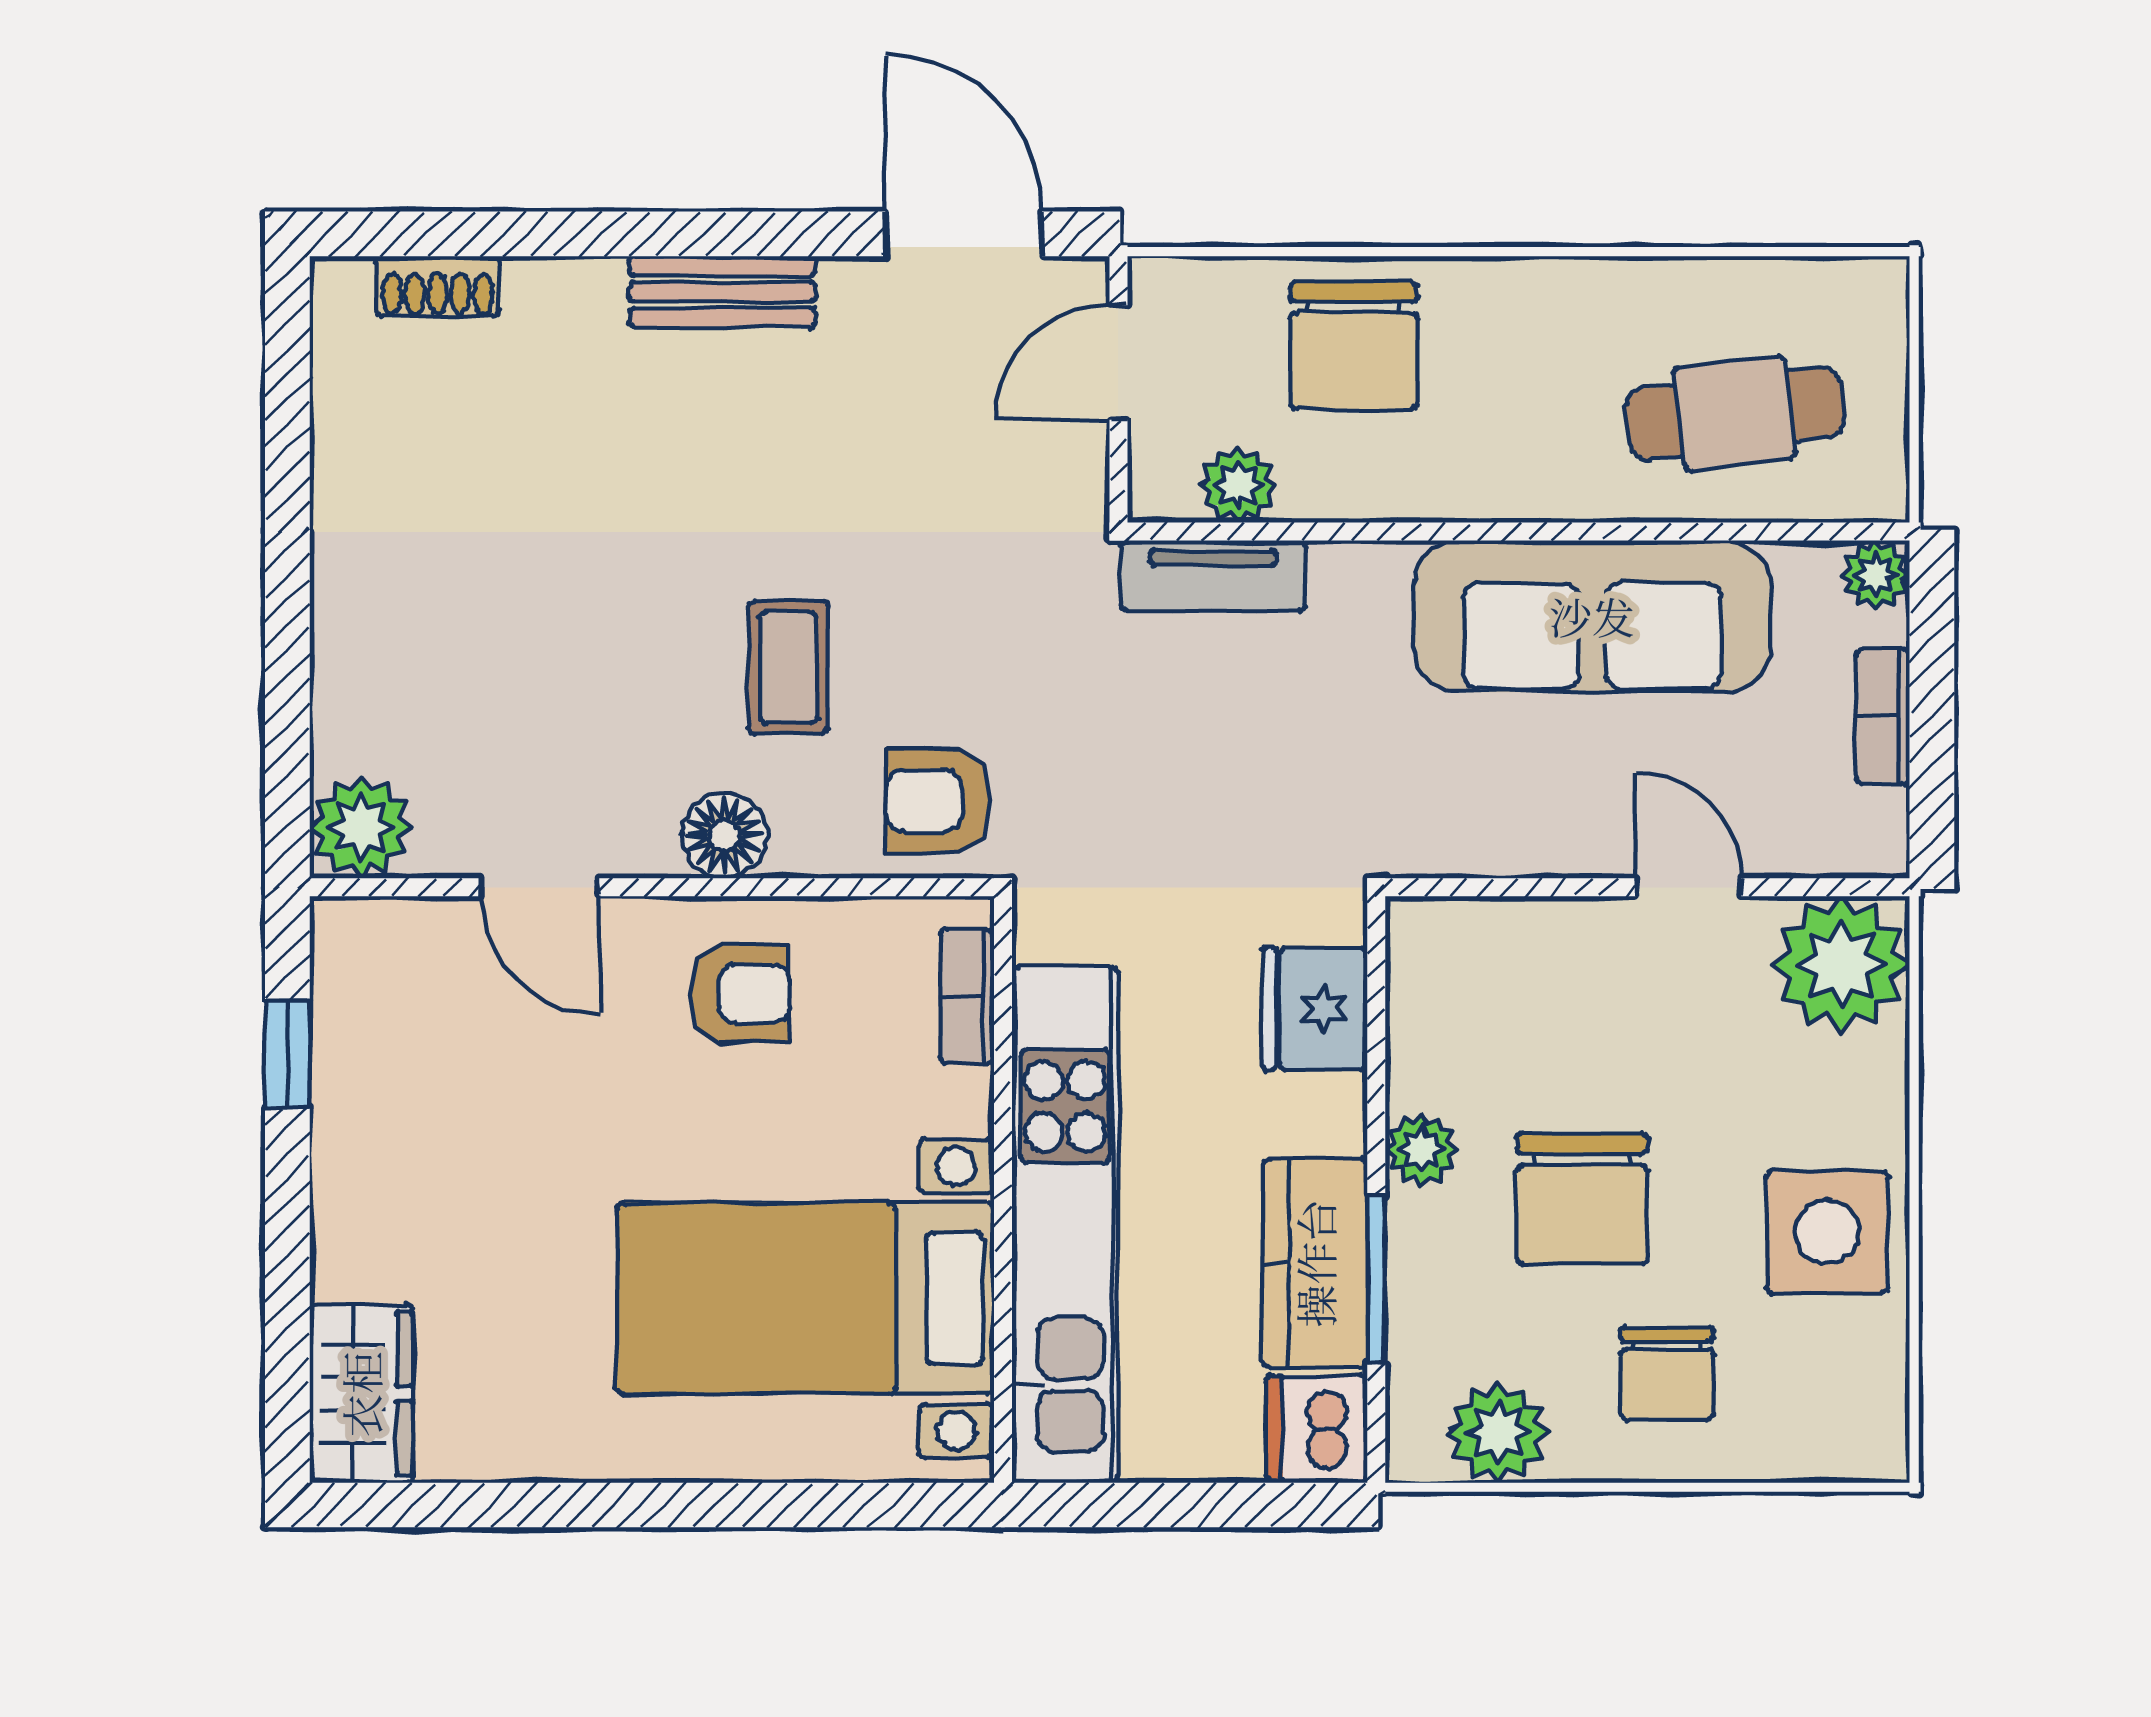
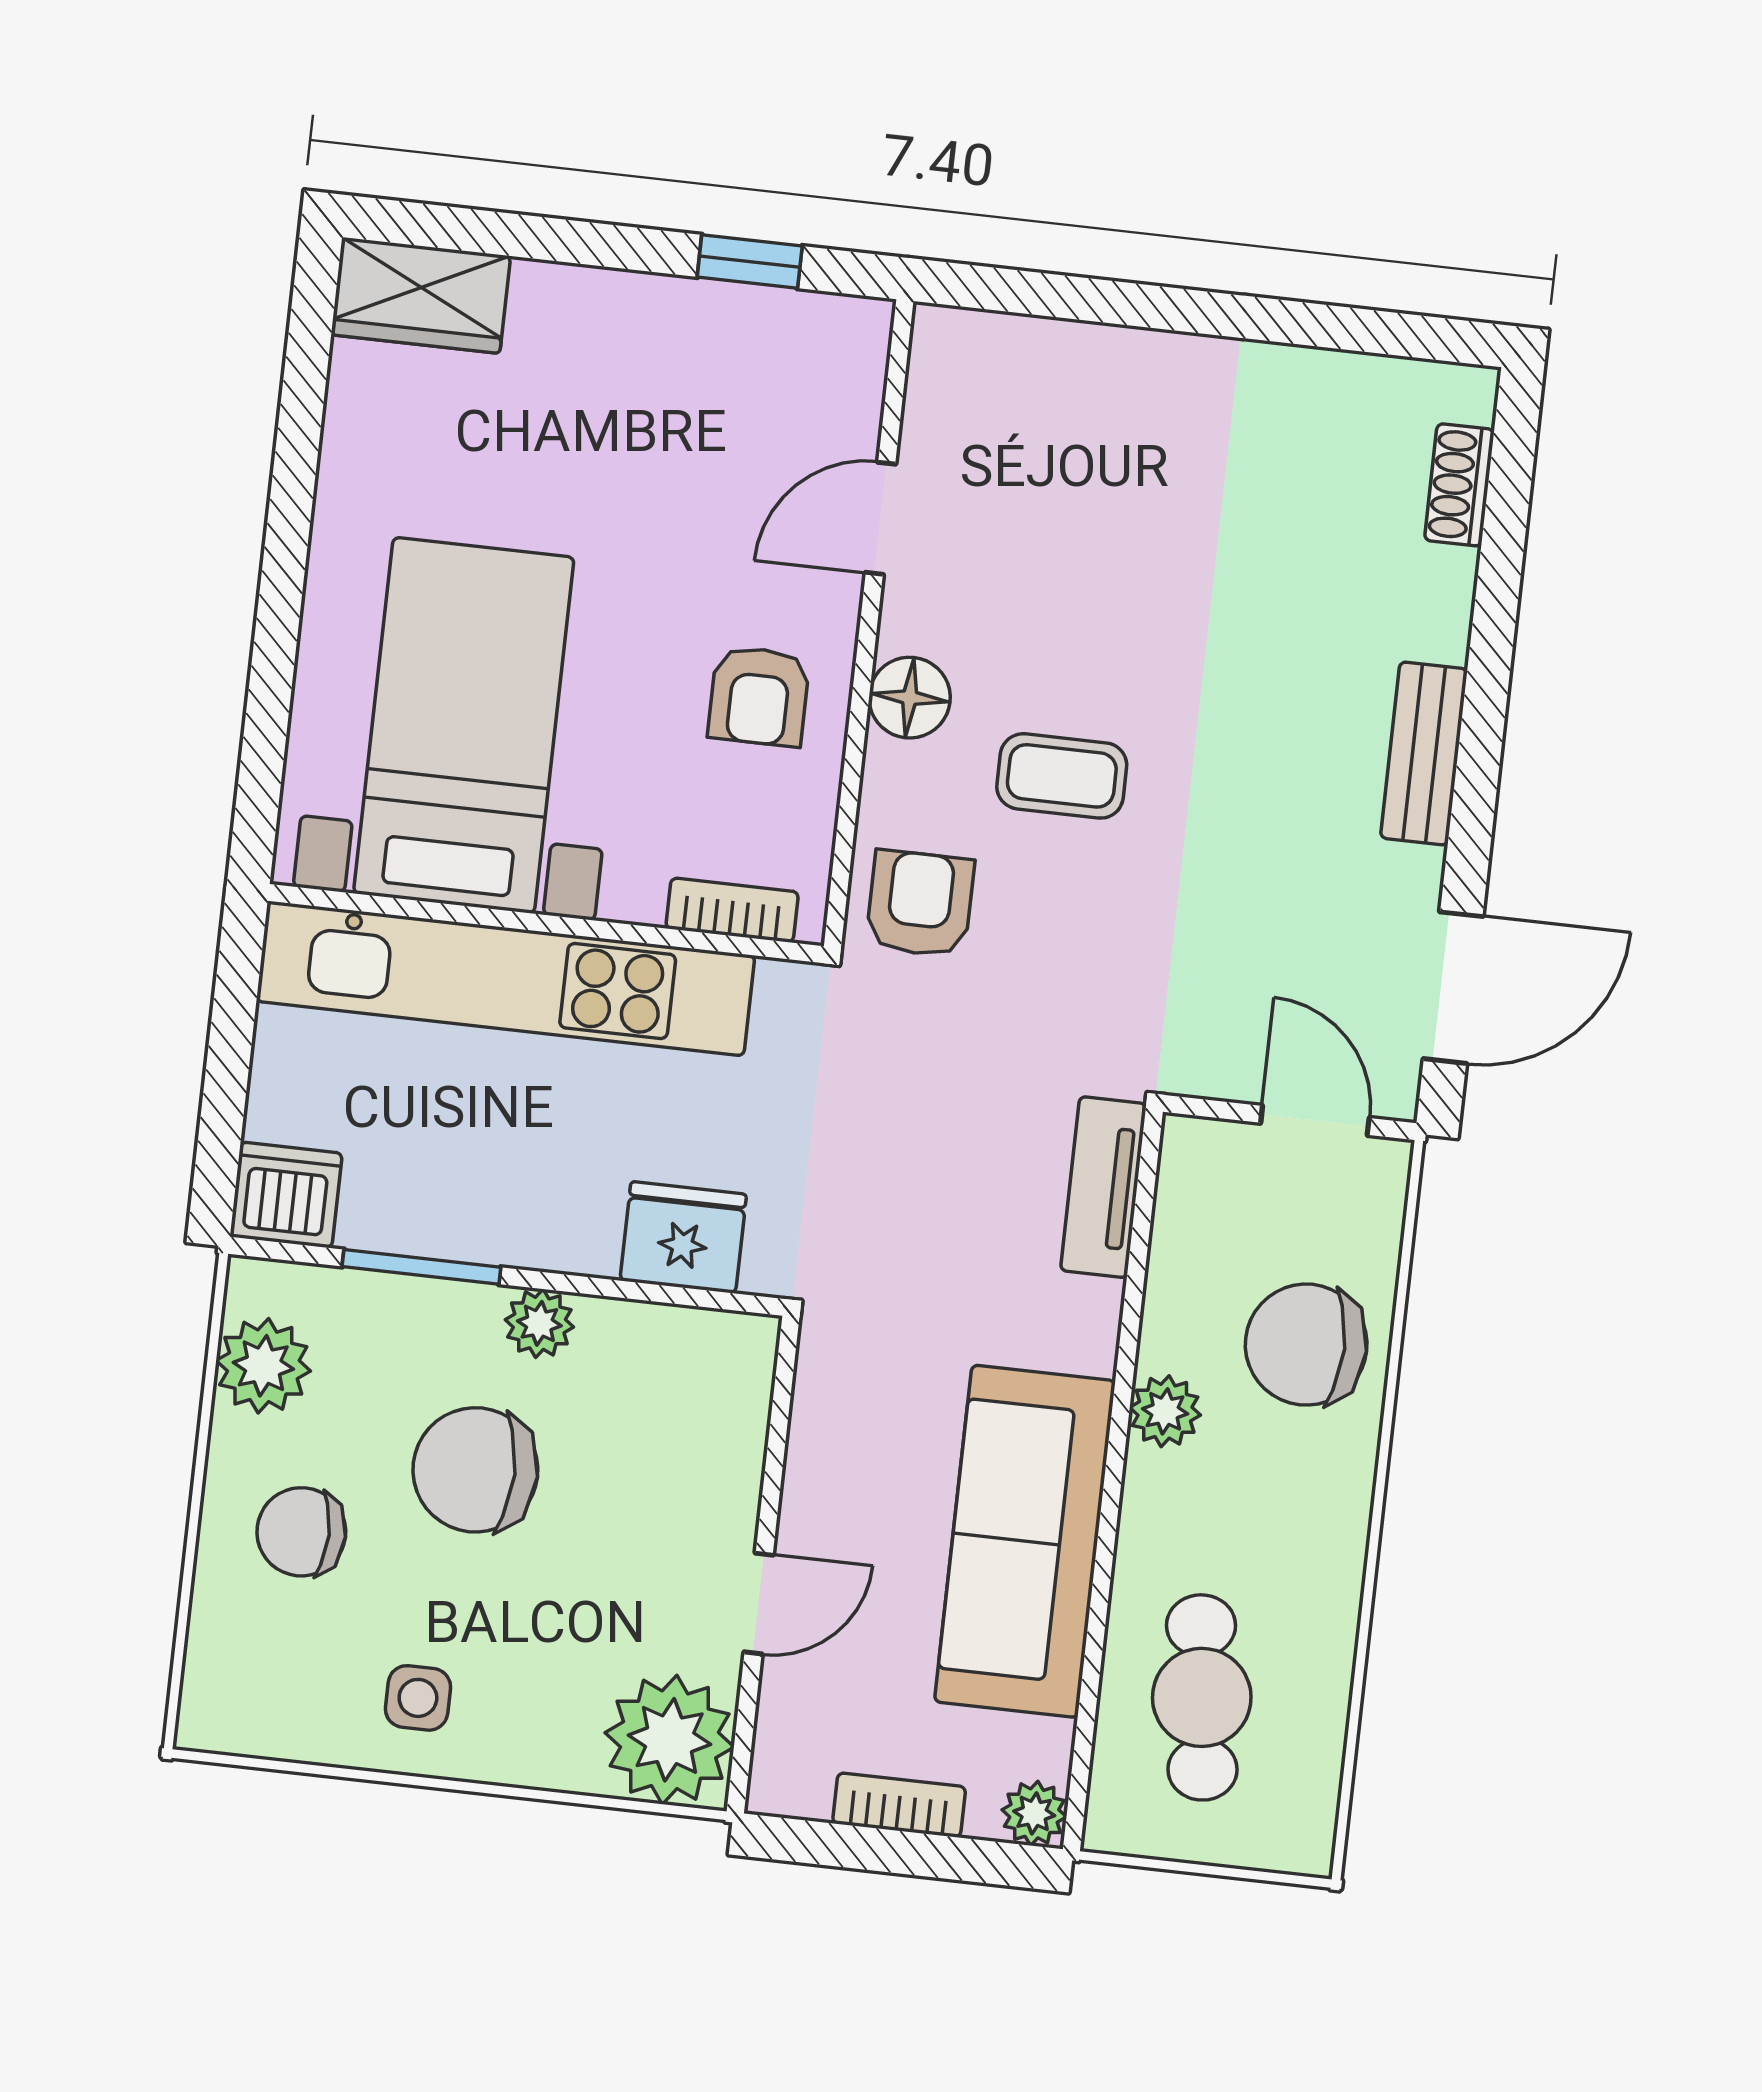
plant: (1238, 485) -> (1165, 1411), moved
plant: (361, 827) -> (956, 355), removed
side table: (1827, 1232) -> (418, 1698), width x0.54, depth x0.54
kitchen counter: (1315, 1263) -> (443, 1211), removed

